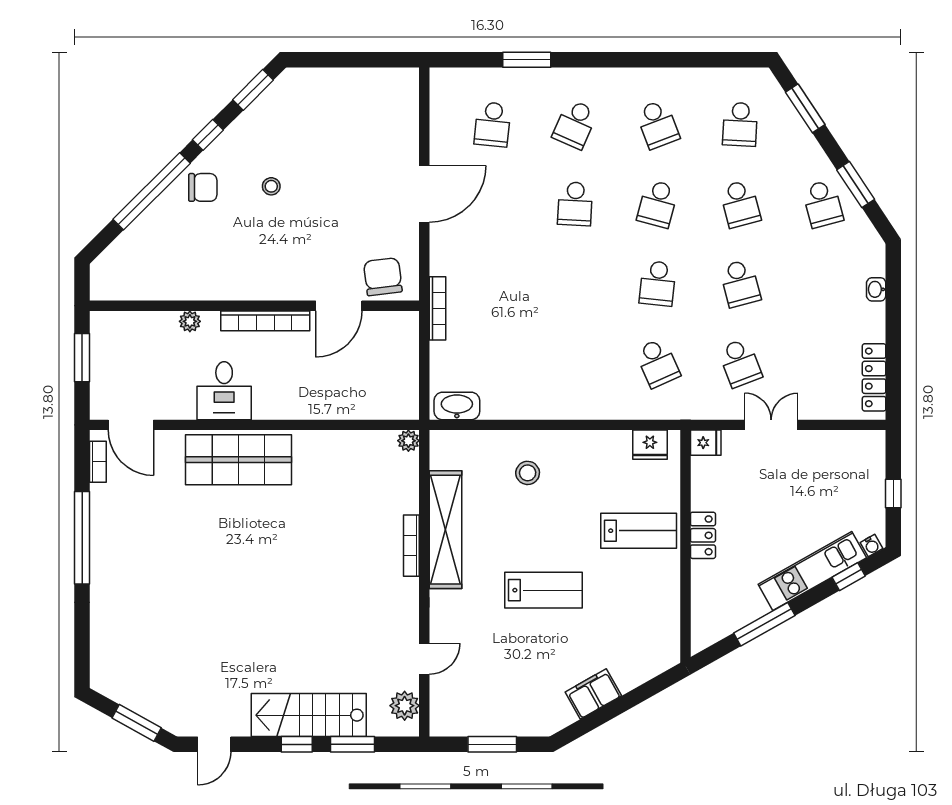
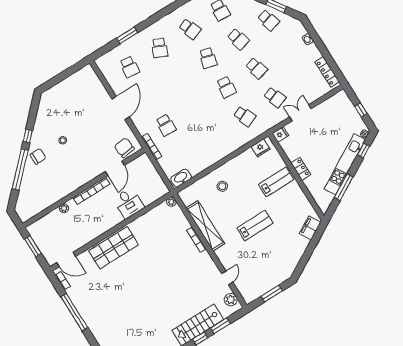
window: (253, 90) -> (34, 109), removed
school desk: (575, 204) -> (166, 125), moved
desk: (224, 391) -> (129, 203), moved
kitchen unit: (812, 571) -> (345, 164), width x1.36
filing cabinet: (593, 694) -> (310, 228), moved

